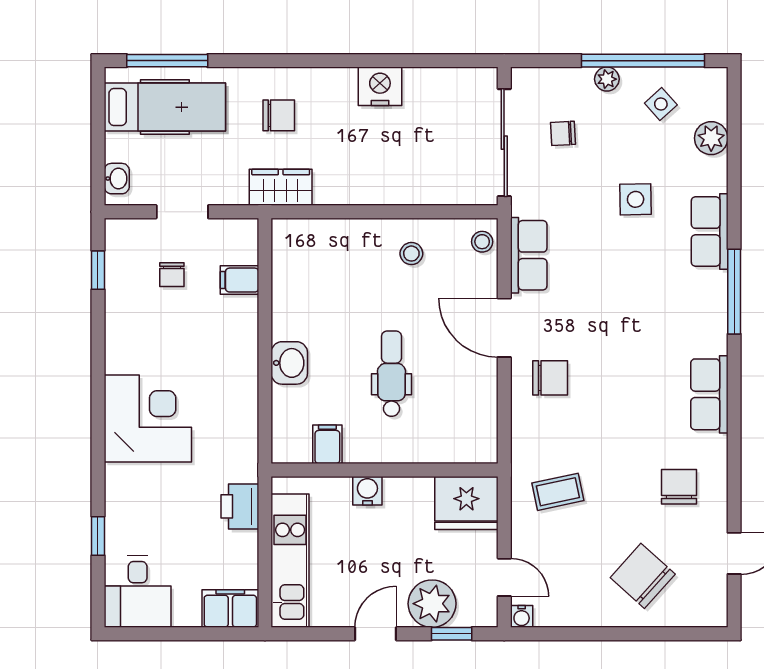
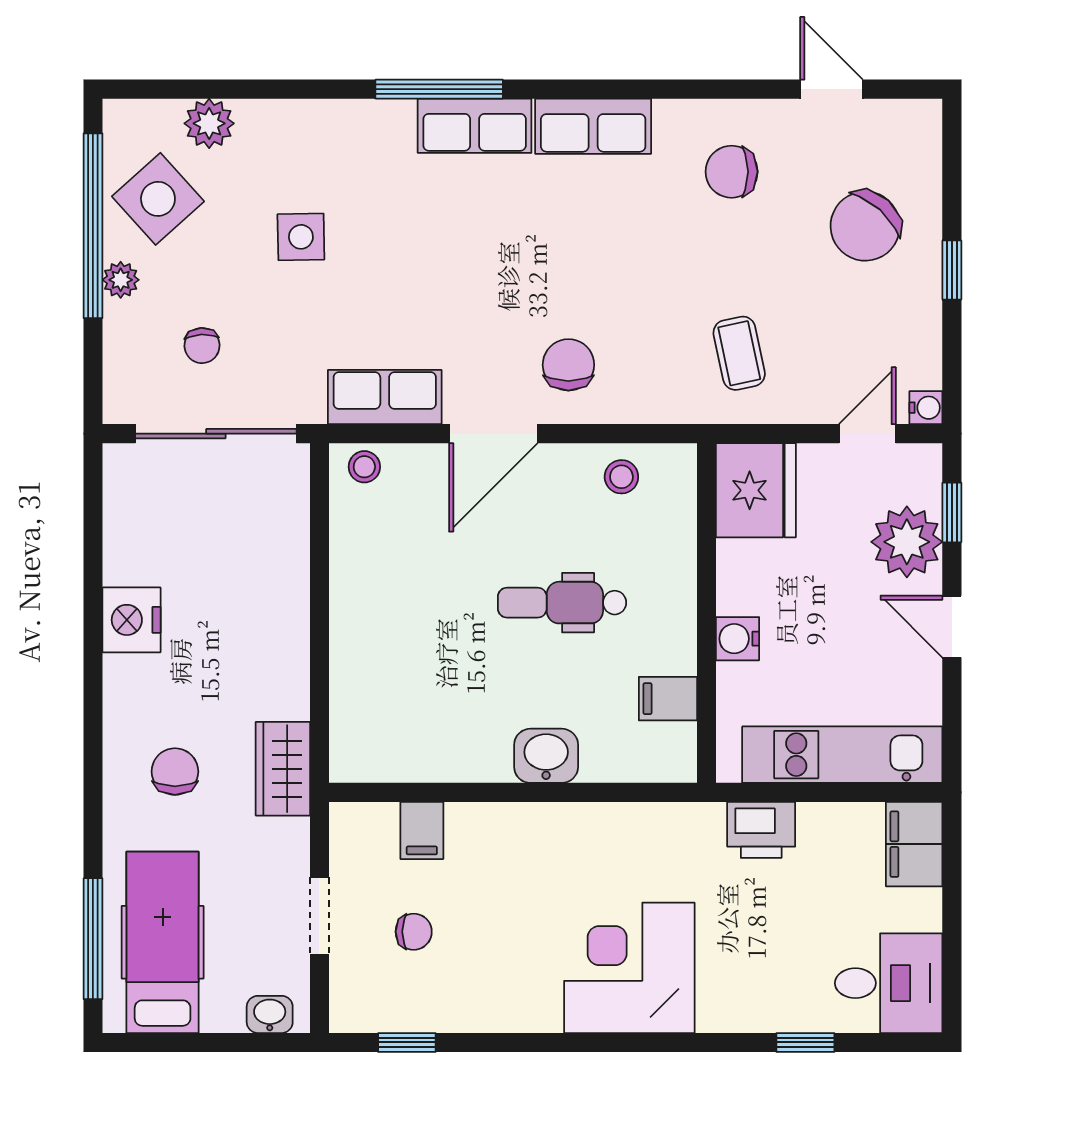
side table: (661, 104) -> (158, 199), width x1.87, depth x1.87
row of seats: (710, 232) -> (475, 126), moved
stool: (411, 254) -> (621, 477), moved
window: (613, 634) -> (952, 270), added

